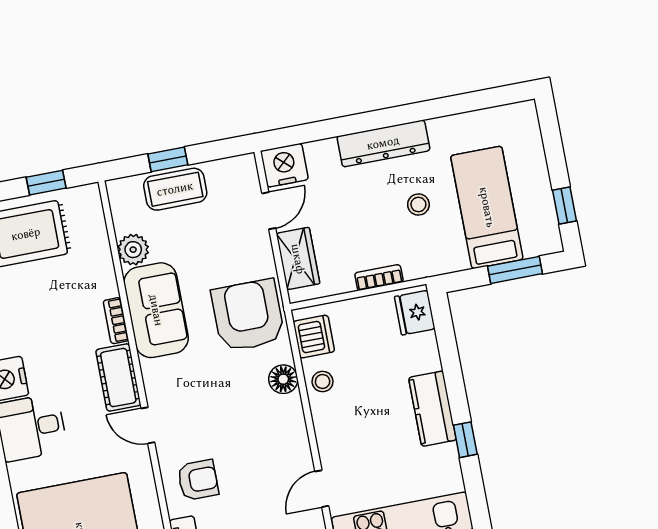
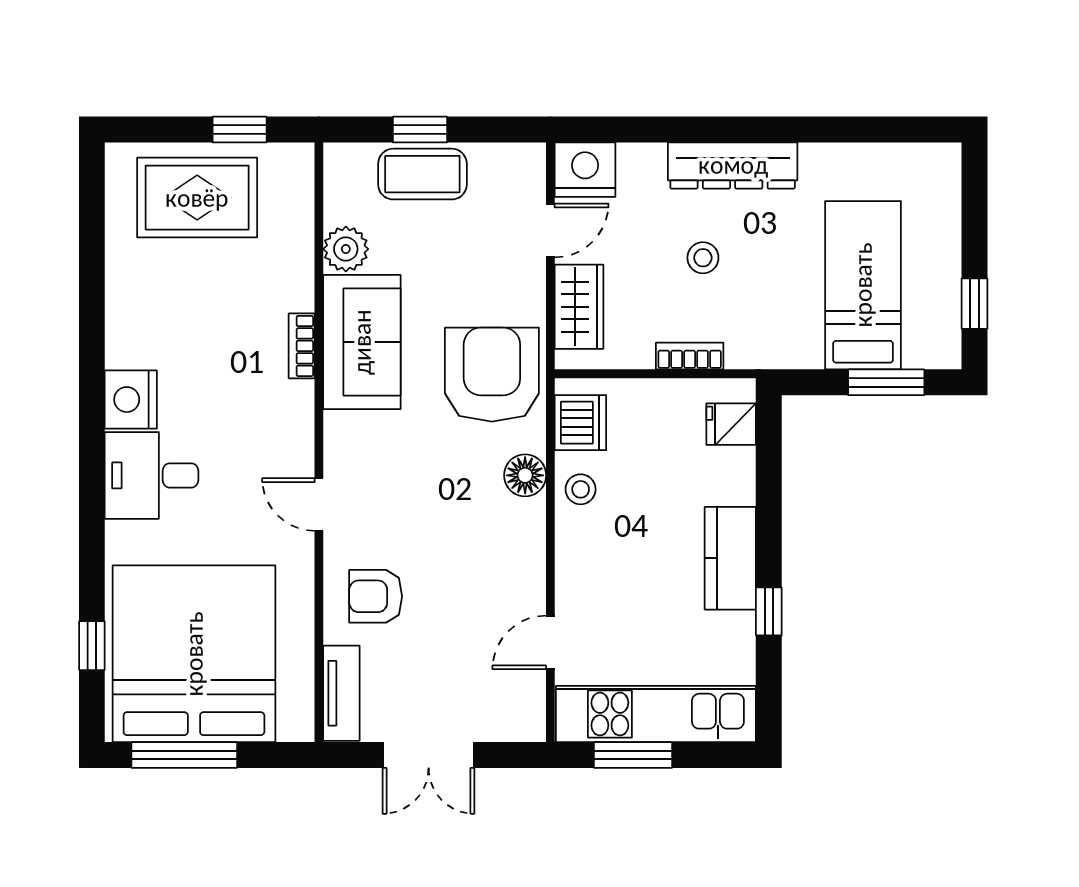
stool: (418, 204) -> (703, 258), moved
fridge: (415, 313) -> (731, 424), width x0.72
cot: (118, 377) -> (290, 428), removed
armchair: (198, 480) -> (376, 596), turned 180

